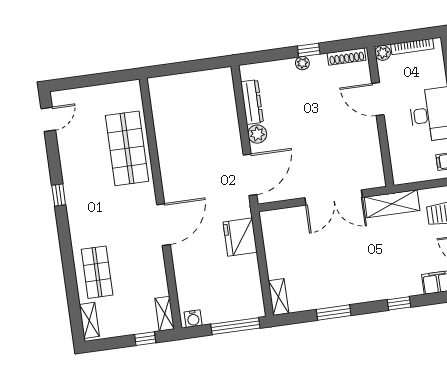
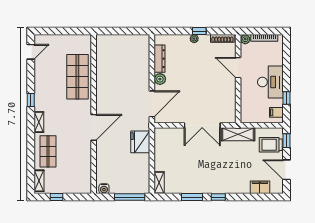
window: (399, 303) -> (218, 197), moved
shelving: (165, 314) -> (39, 122), moved
window: (145, 339) -> (57, 197), moved

